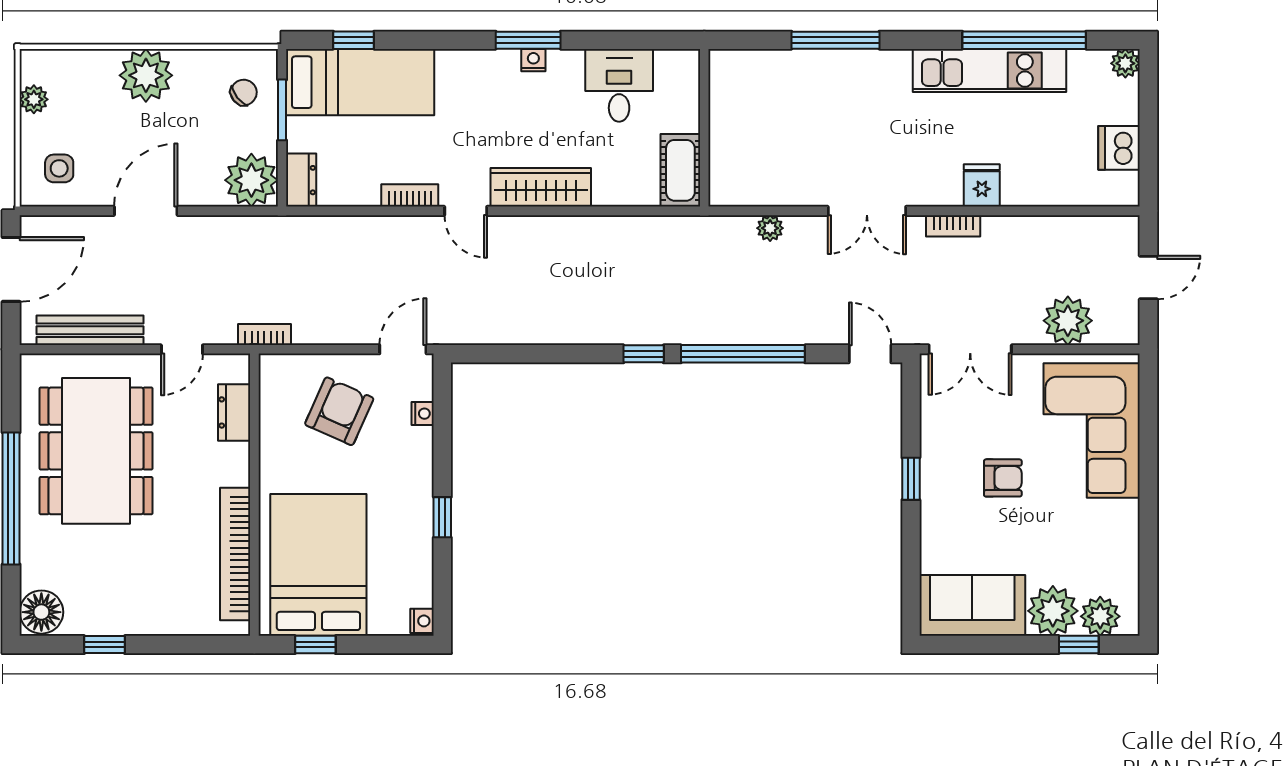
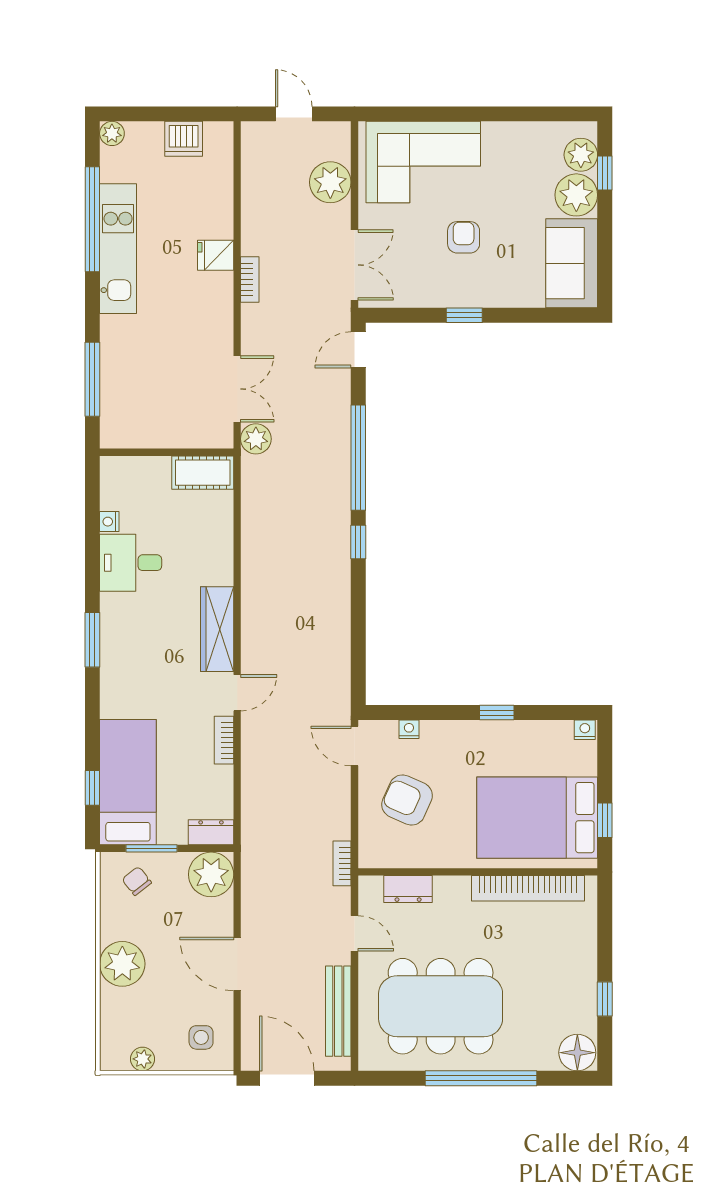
nightstand: (533, 60) -> (109, 522), moved
wall: (704, 128) -> (167, 452), moved
cot: (680, 170) -> (203, 473), moved
double door: (867, 211) -> (237, 389), moved
plant: (770, 228) -> (256, 439), width x1.38, depth x1.38

